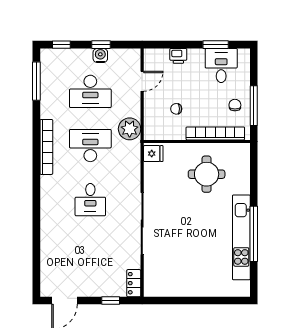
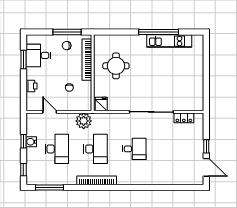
desk: (90, 146) -> (96, 149), turned 180
kitchen unit: (241, 237) -> (169, 41), width x0.73
locker: (134, 283) -> (184, 118), moved
window: (111, 301) -> (206, 146), moved

